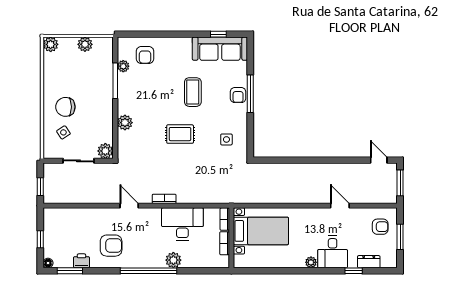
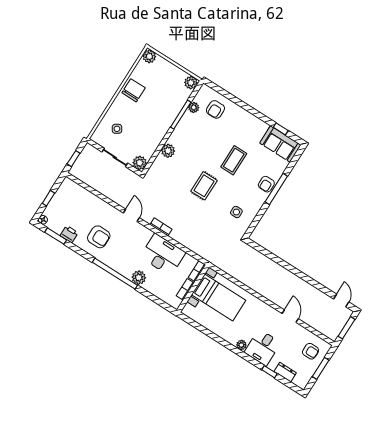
plant: (85, 44) -> (191, 83), moved
sofa: (220, 49) -> (280, 144), width x0.73
chair: (65, 107) -> (134, 90), moved, turned 90
rug: (180, 134) -> (204, 186), turned 90

